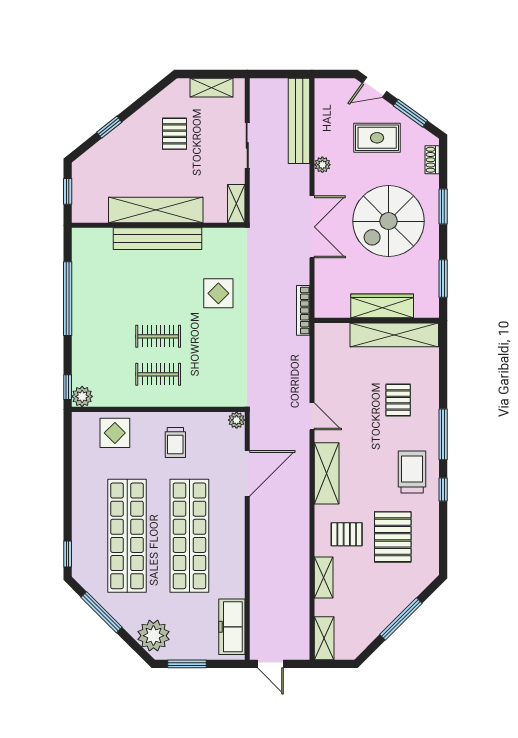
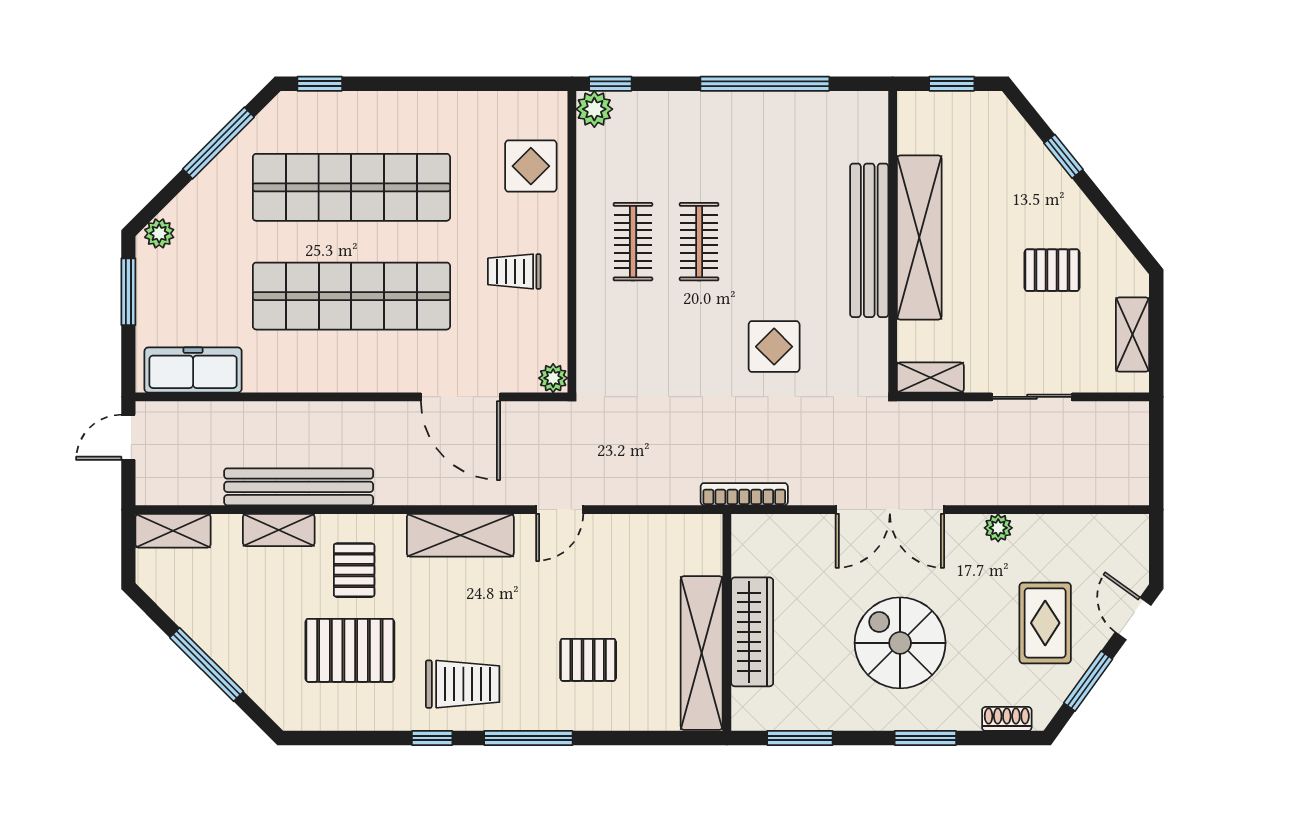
bench: (299, 121) -> (299, 487), moved
spiral stairs: (388, 221) -> (900, 643), width x0.73, depth x0.73
plant: (153, 636) -> (159, 233), width x0.53, depth x0.53

